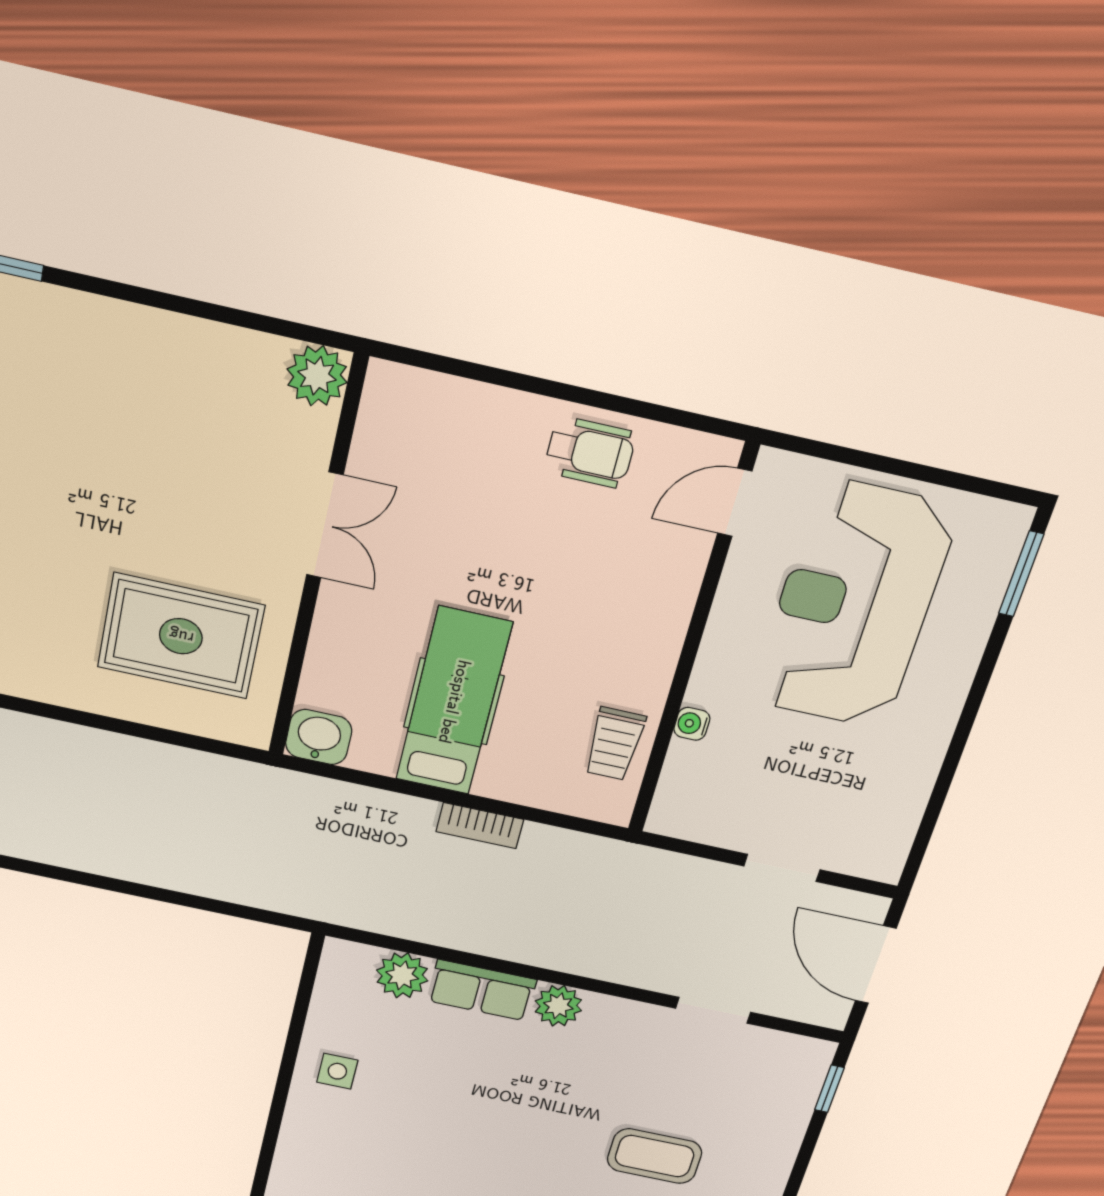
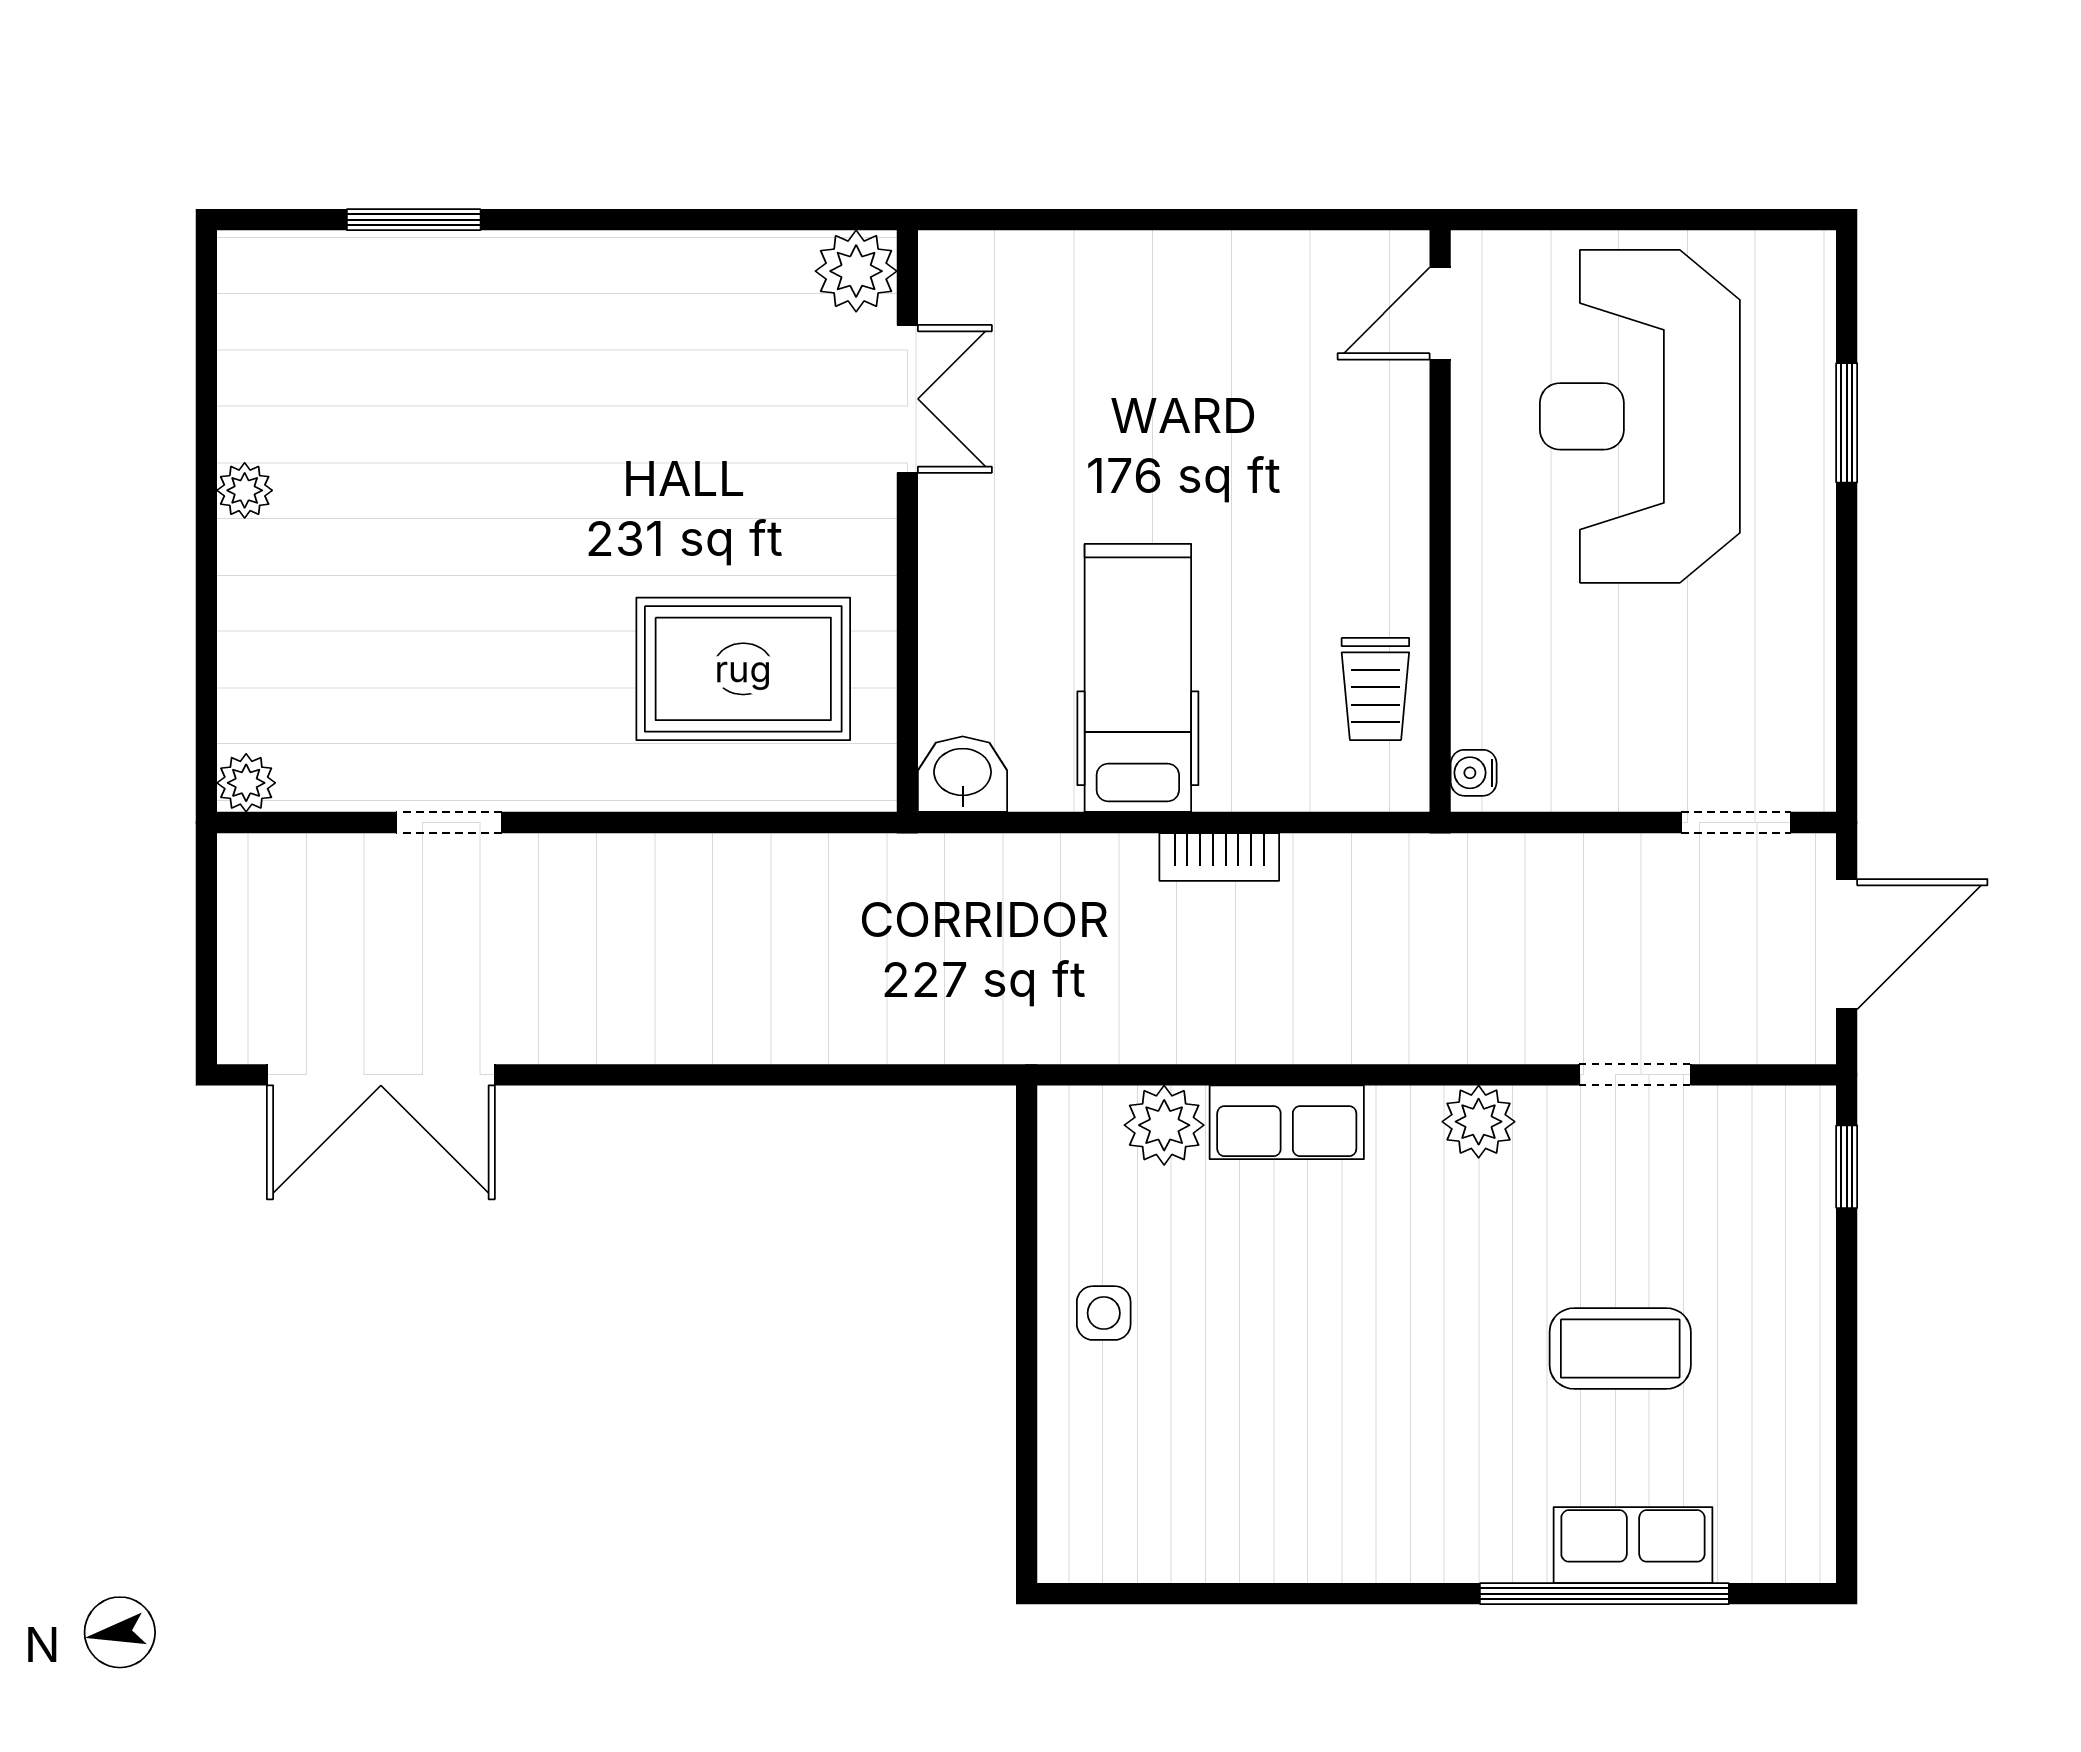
wheelchair: (590, 452) -> (1233, 290), removed
double door: (325, 525) -> (907, 399), moved
window: (1021, 574) -> (1847, 423), moved
water cooler: (692, 724) -> (1474, 773), moved
doorway: (782, 868) -> (1736, 823), moved
door: (876, 965) -> (1847, 944), swing flipped
plant: (558, 1006) -> (1479, 1122), moved

